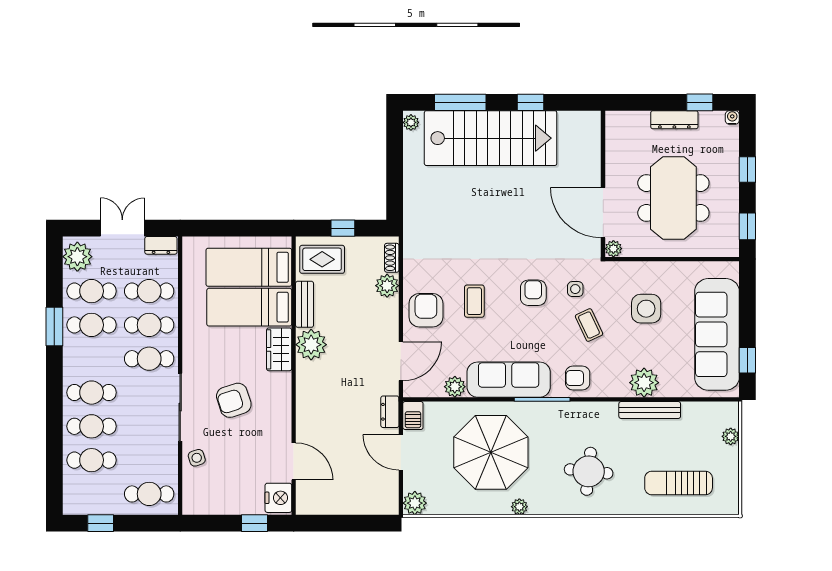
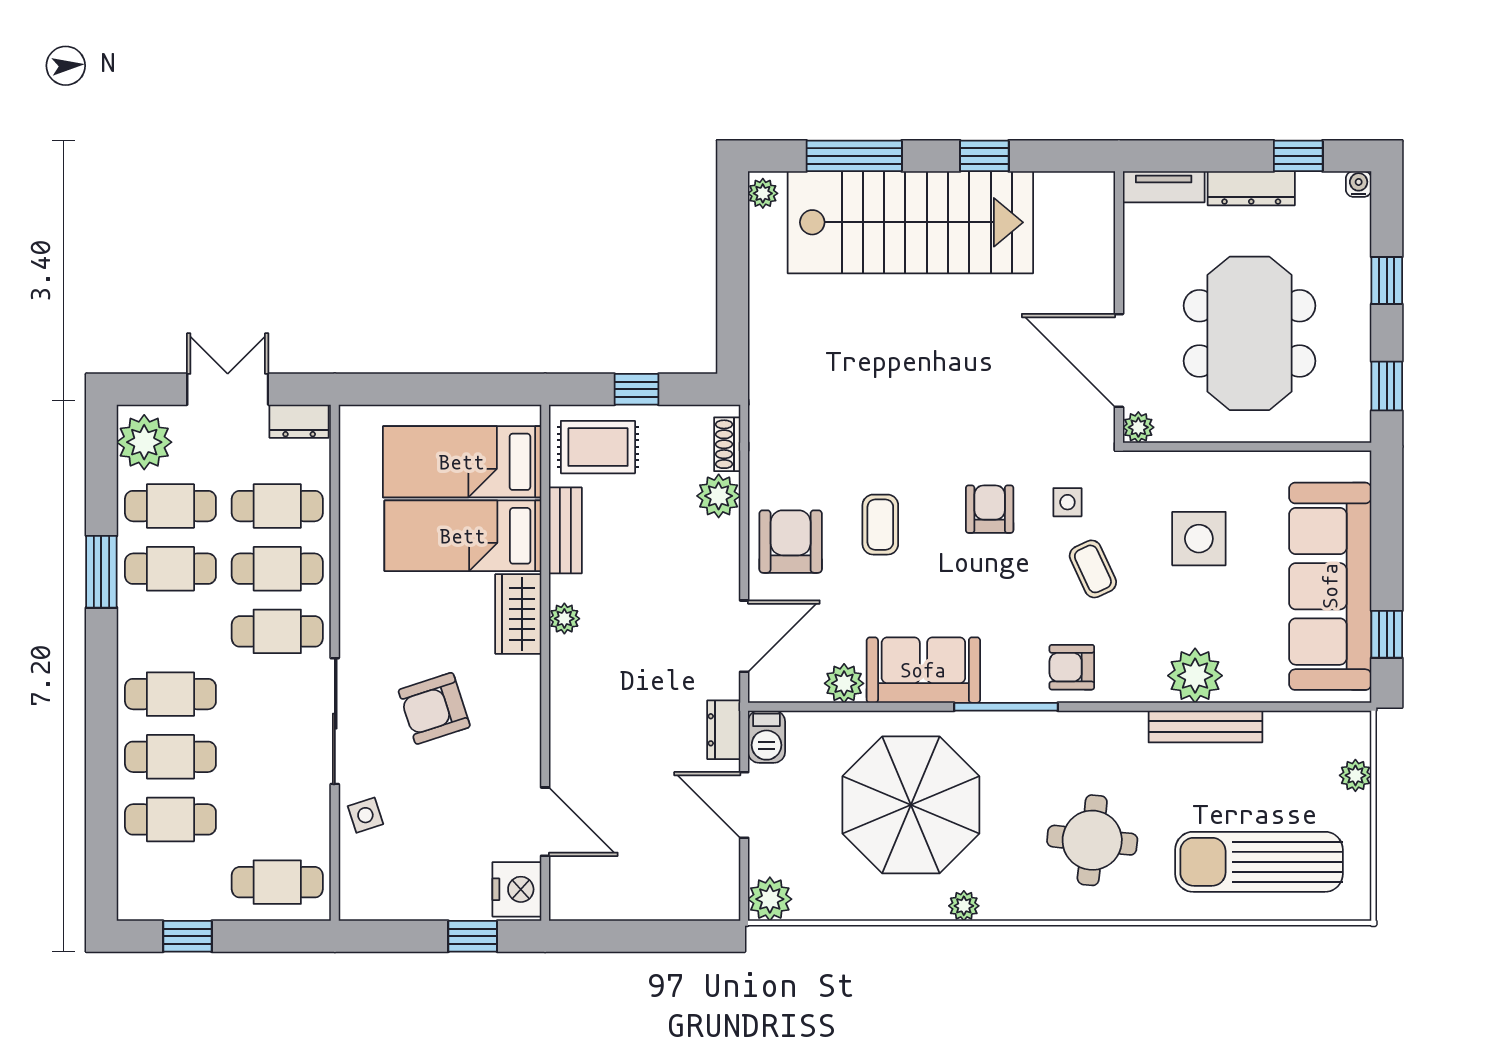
tv unit: (627, 119) -> (1164, 187), added
plant: (311, 345) -> (564, 619), width x0.53, depth x0.53
sofa: (509, 380) -> (923, 670), width x0.73
sun lounger: (679, 483) -> (1259, 862), width x1.36, depth x1.34

